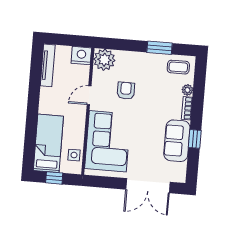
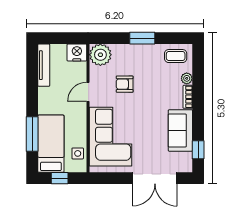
window: (160, 48) -> (142, 38), moved
armchair: (126, 91) -> (125, 84), turned -90
window: (31, 132) -> (32, 134), added
window: (195, 139) -> (198, 150), moved

